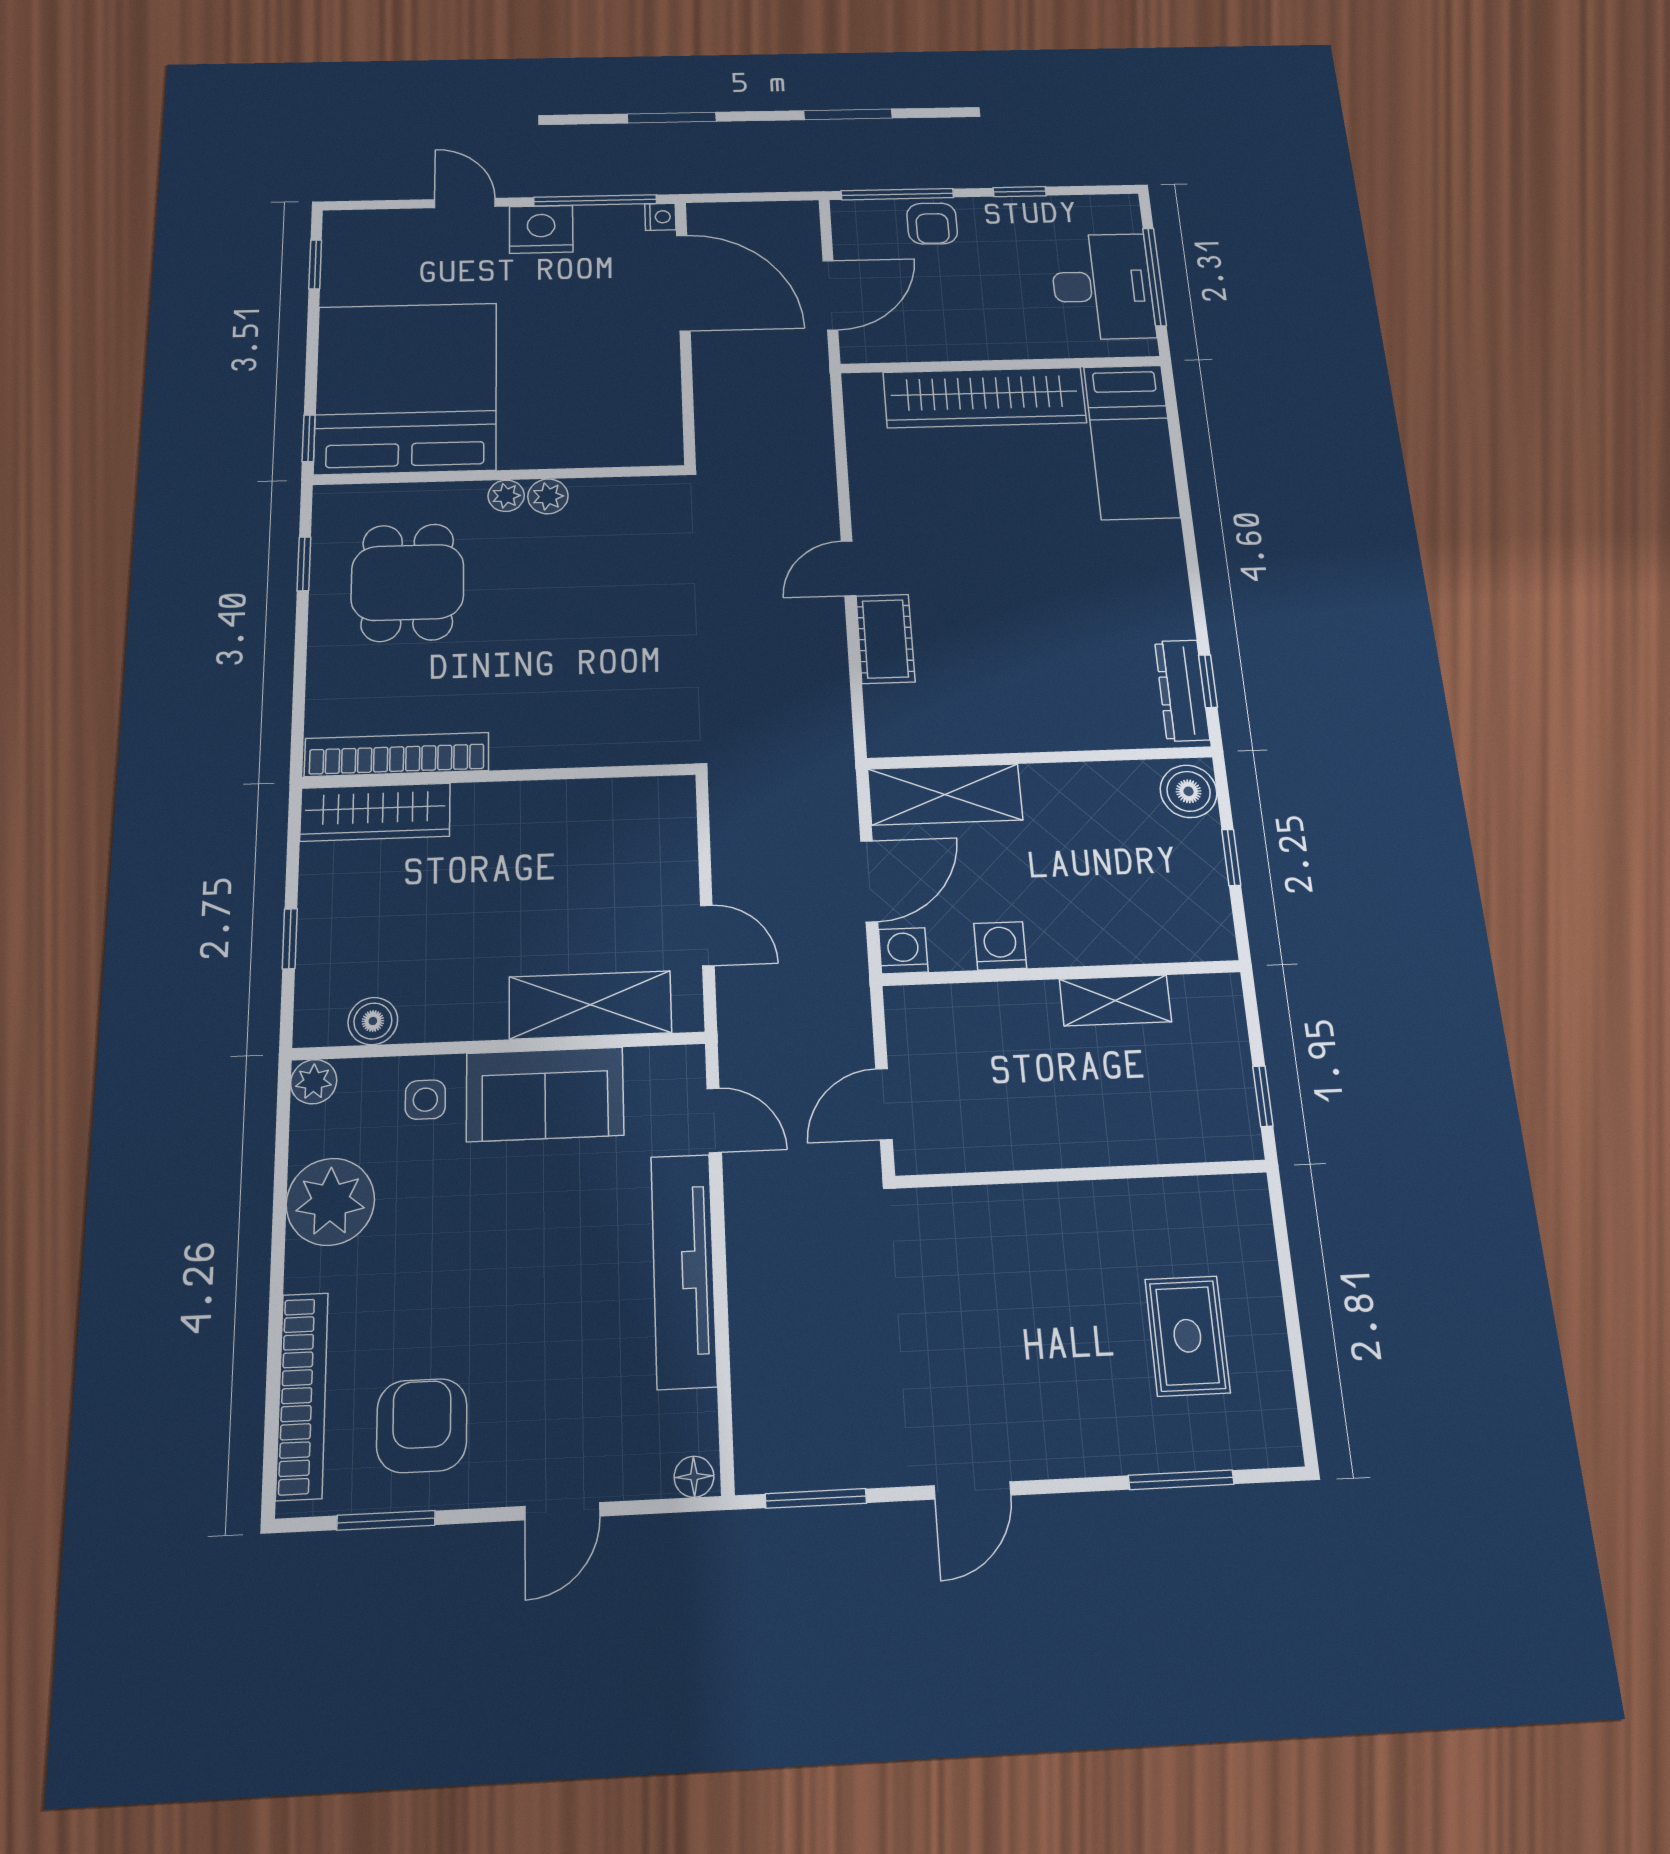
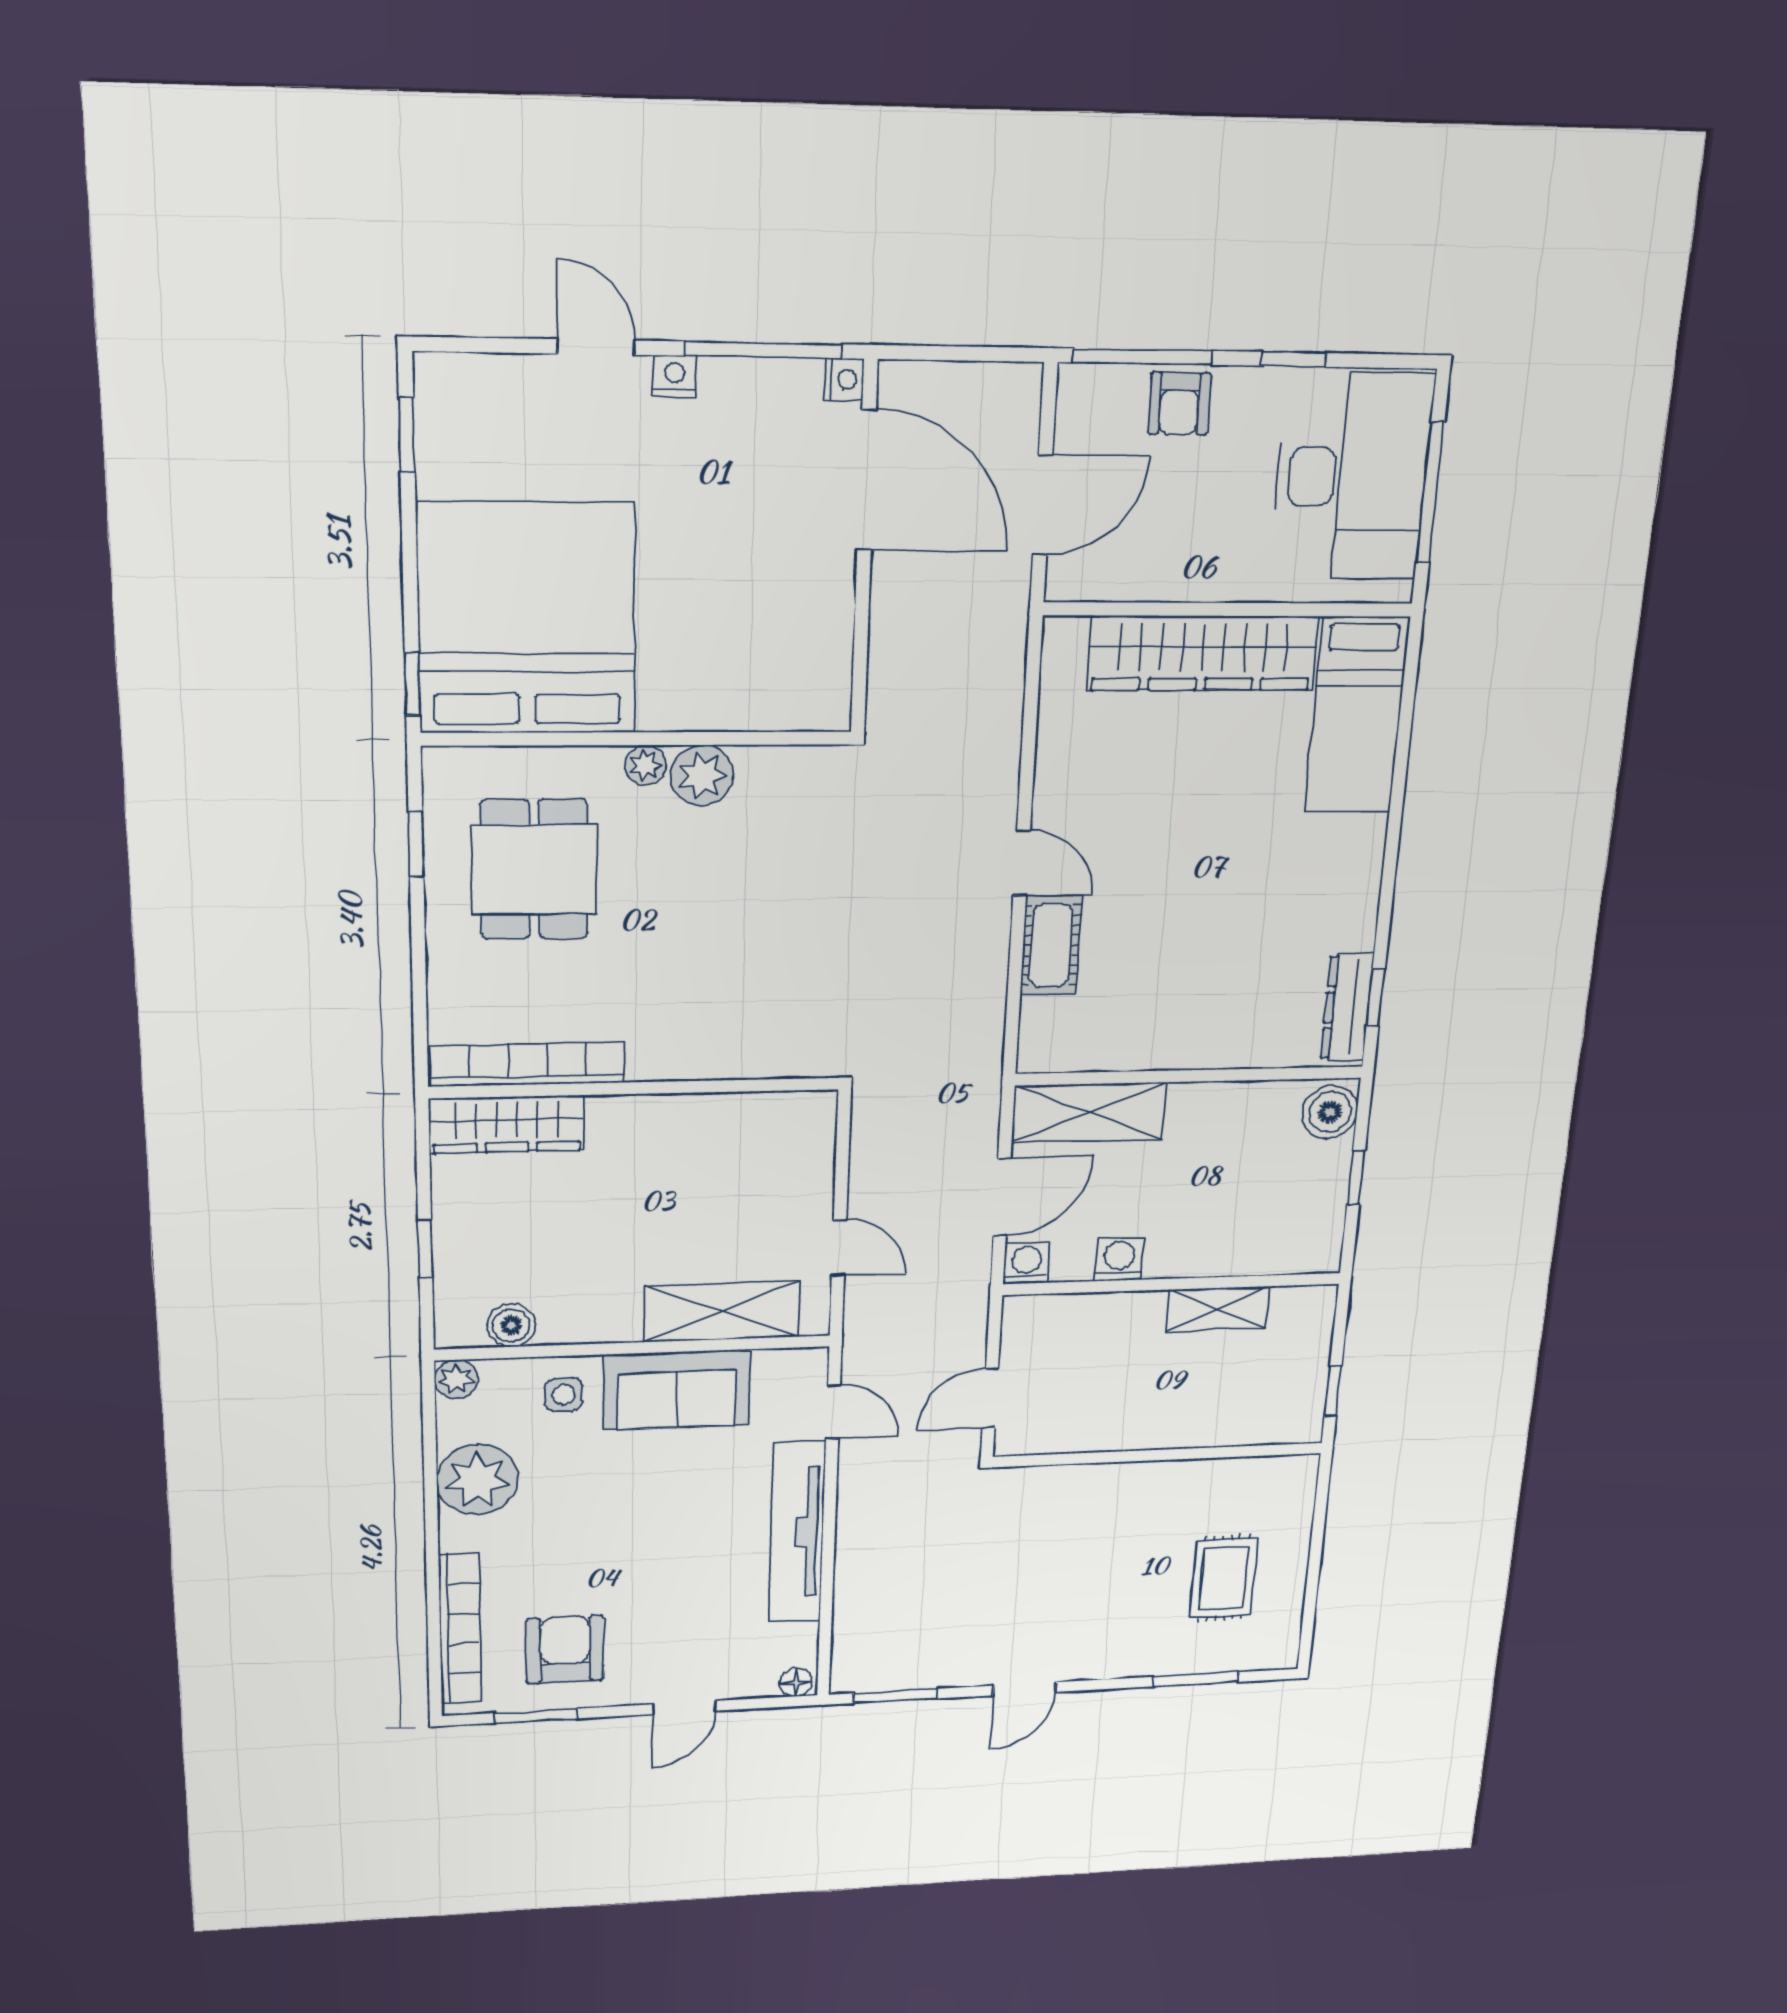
nightstand: (541, 229) -> (675, 376), width x0.53, depth x0.56
desk: (1102, 286) -> (1352, 477), width x1.36, depth x1.30
plant: (548, 496) -> (702, 775), width x1.38, depth x1.38
door: (848, 568) -> (1022, 863), swing flipped

